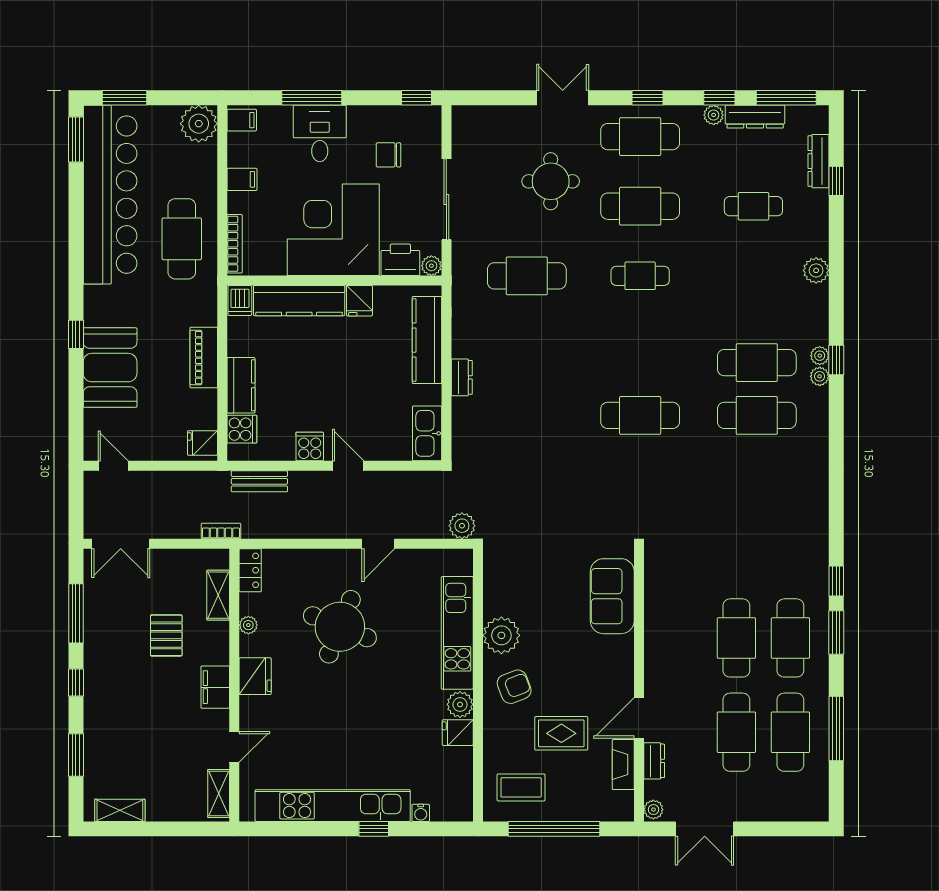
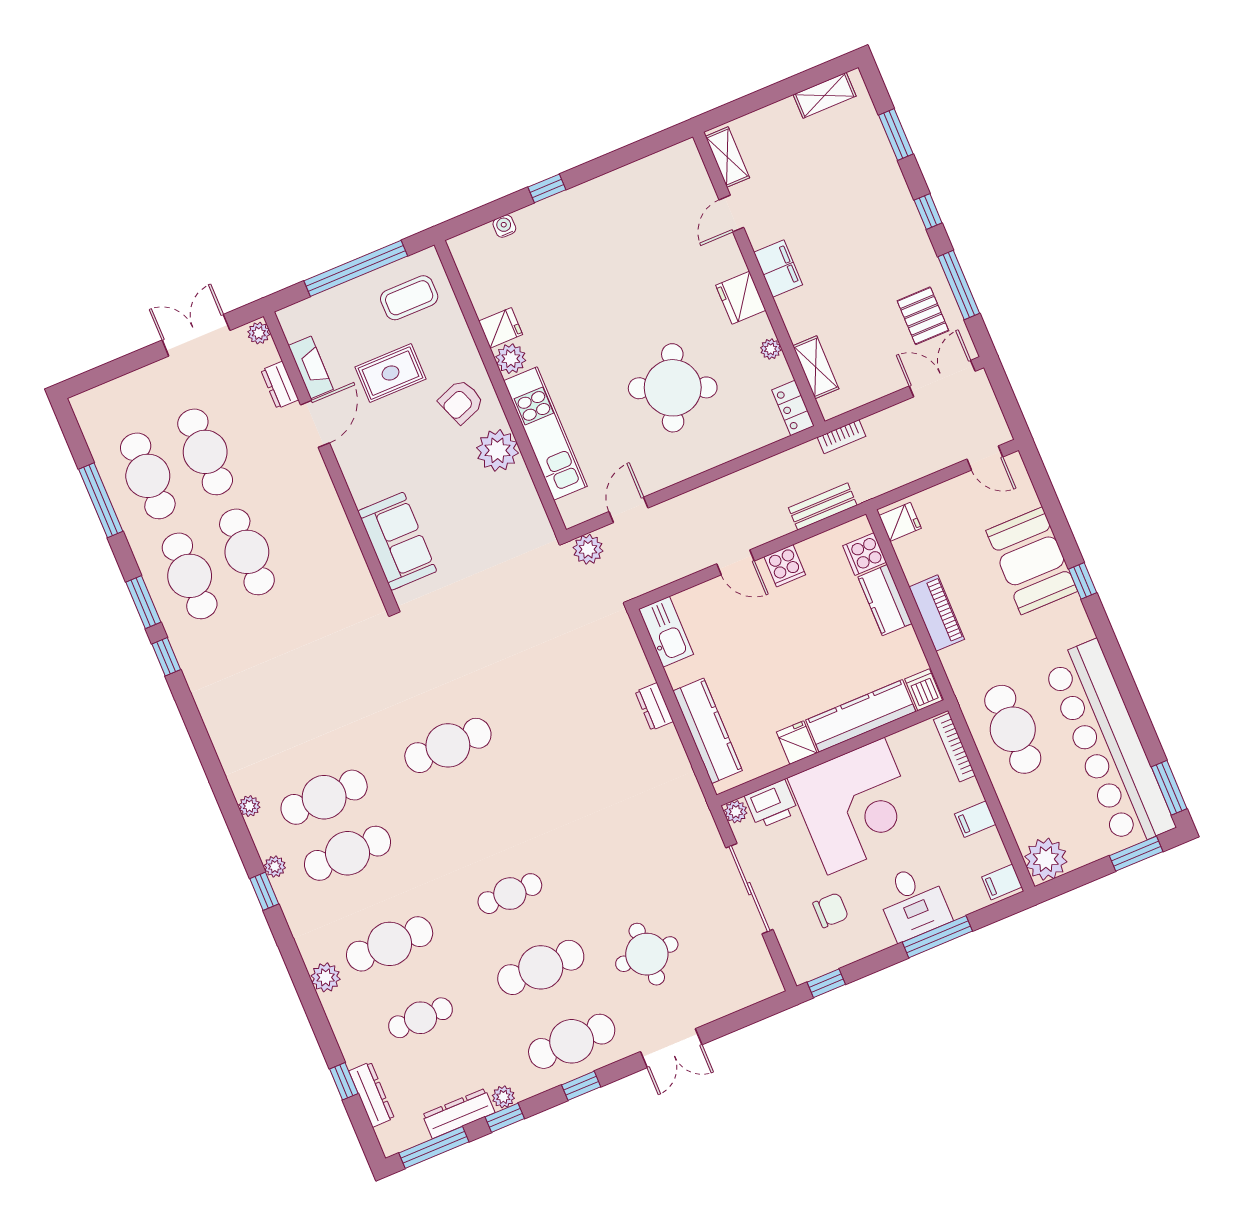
cafe table: (527, 276) -> (390, 944), moved
plant: (820, 356) -> (249, 806), moved
door: (378, 544) -> (629, 510), moved
pallet: (166, 635) -> (923, 316), moved
kitchen unit: (333, 806) -> (601, 195), removed

